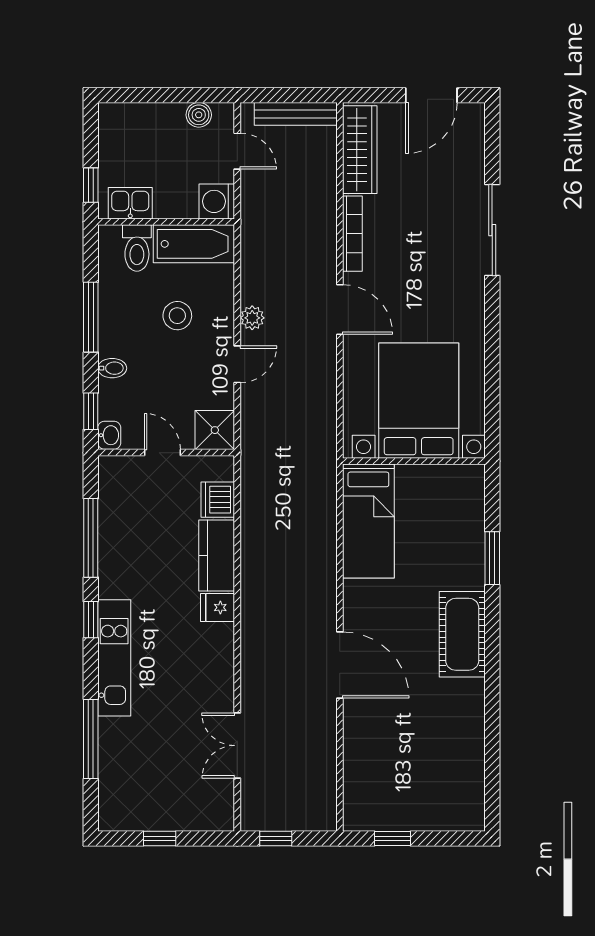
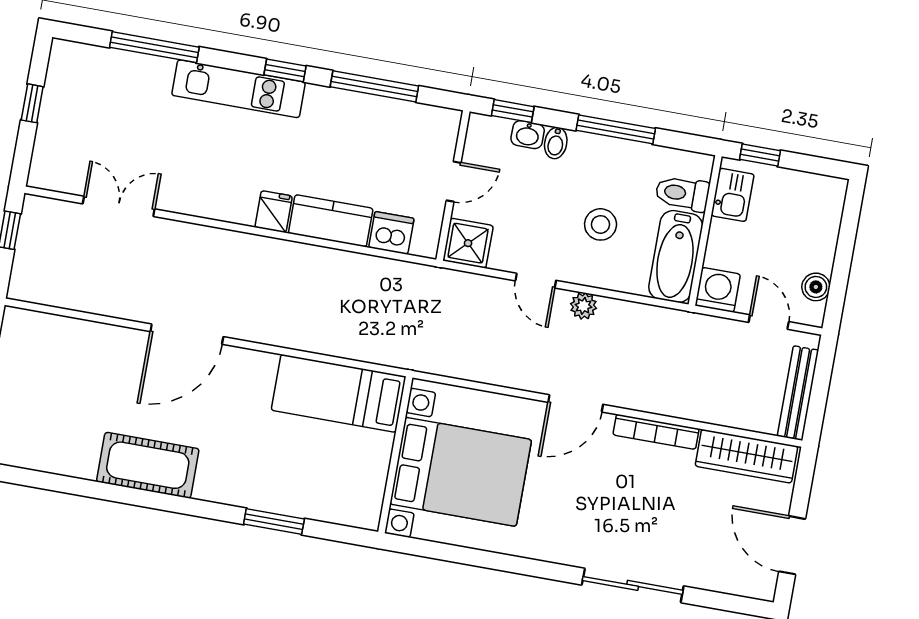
door: (237, 151) -> (769, 322), swing flipped
washbasin: (109, 435) -> (528, 135), moved
cot: (462, 634) -> (148, 465), moved

